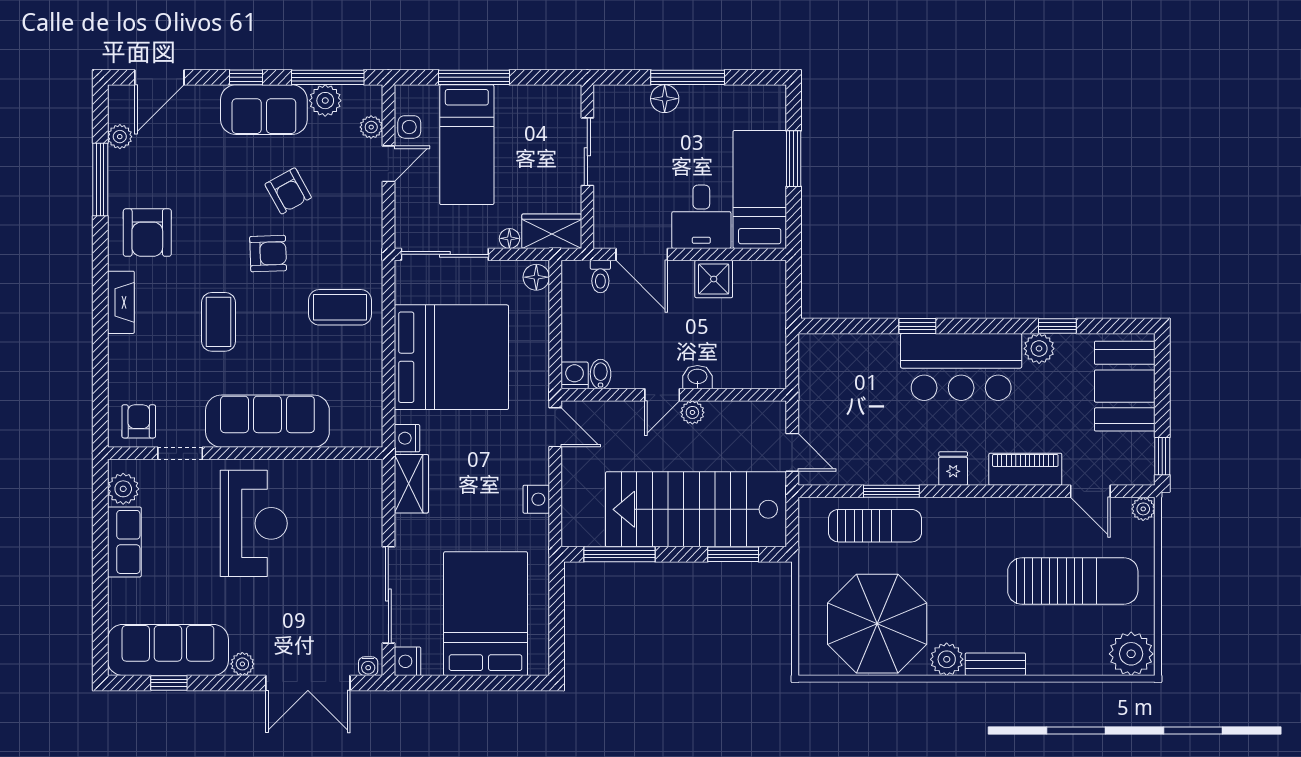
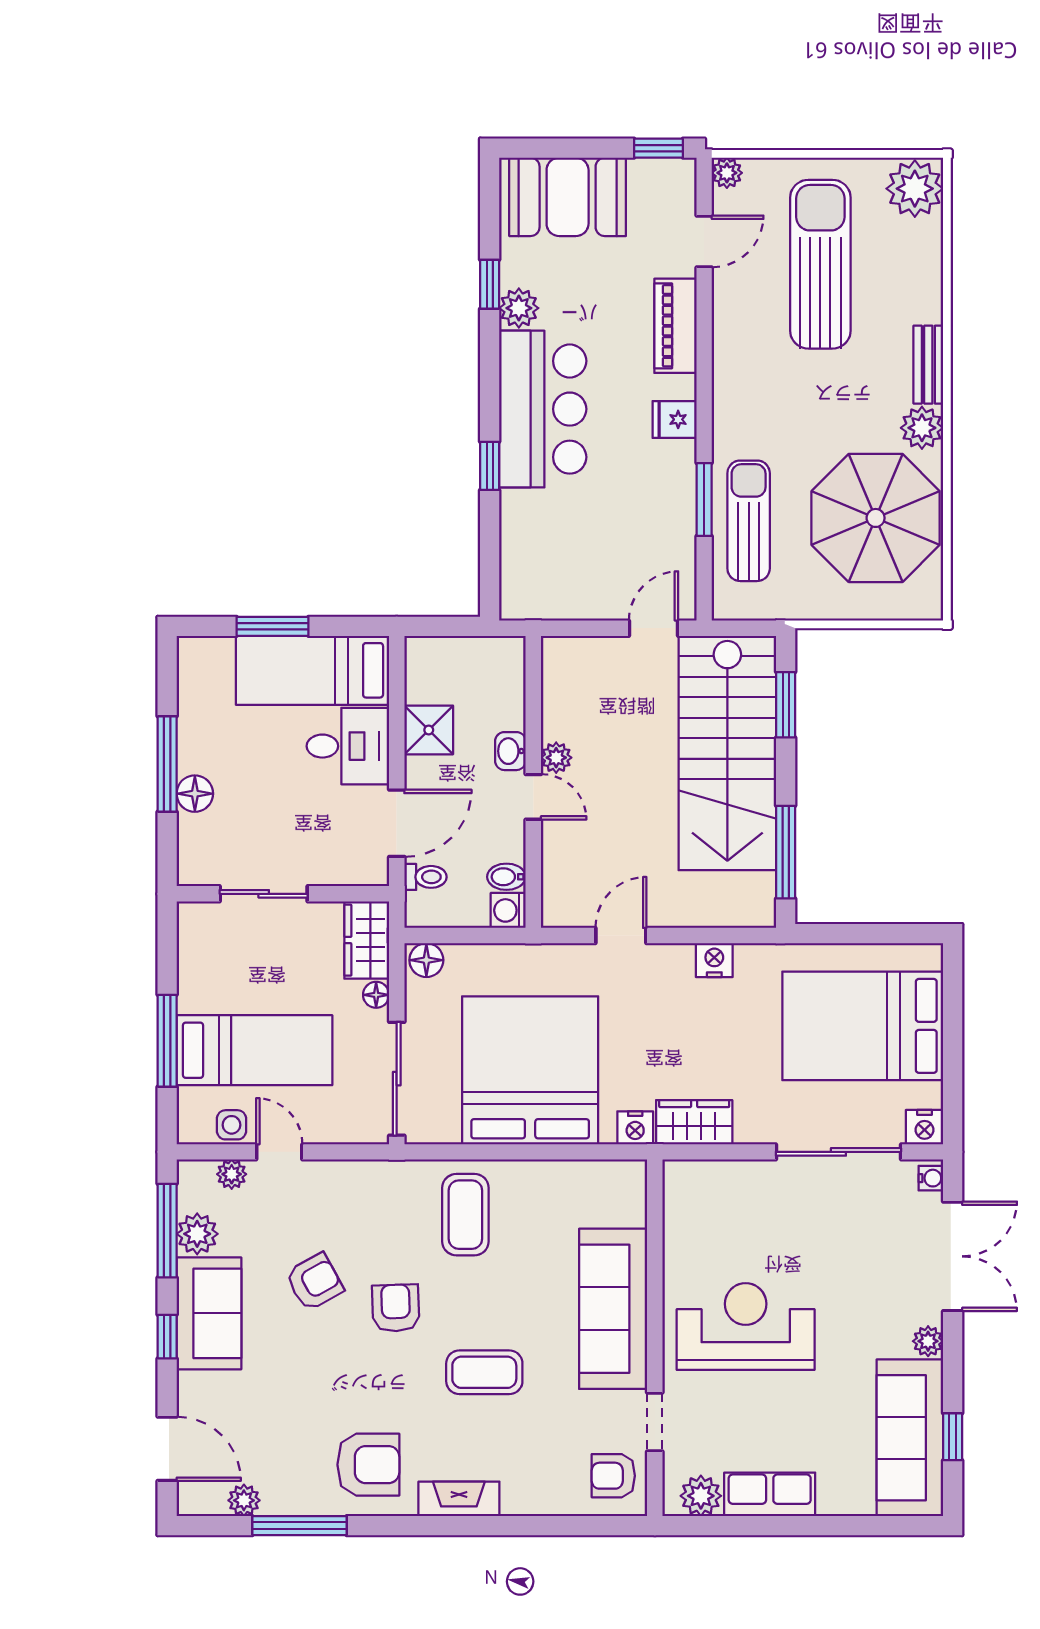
bidet: (601, 374) -> (506, 877), moved
washing machine: (575, 375) -> (508, 910), moved
washbasin: (697, 377) -> (510, 751), moved
door: (662, 395) -> (533, 797), moved
wall: (674, 395) -> (533, 782), moved
plant: (692, 412) -> (556, 758), moved

